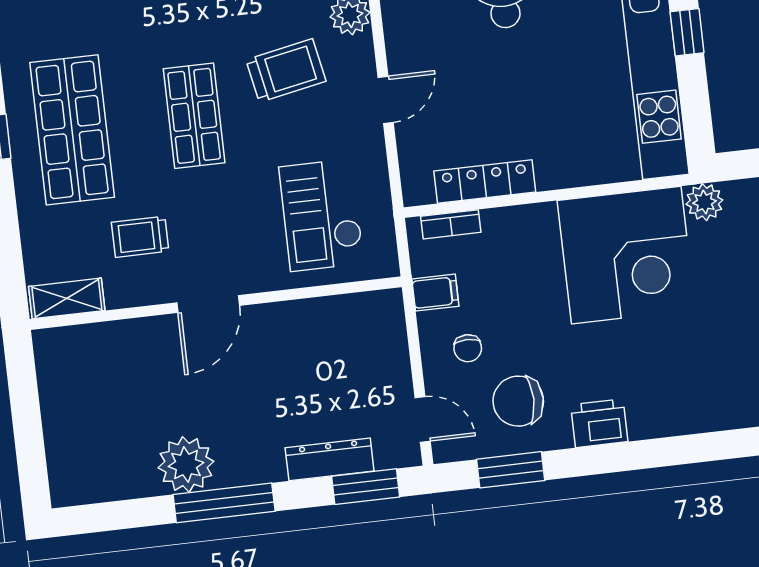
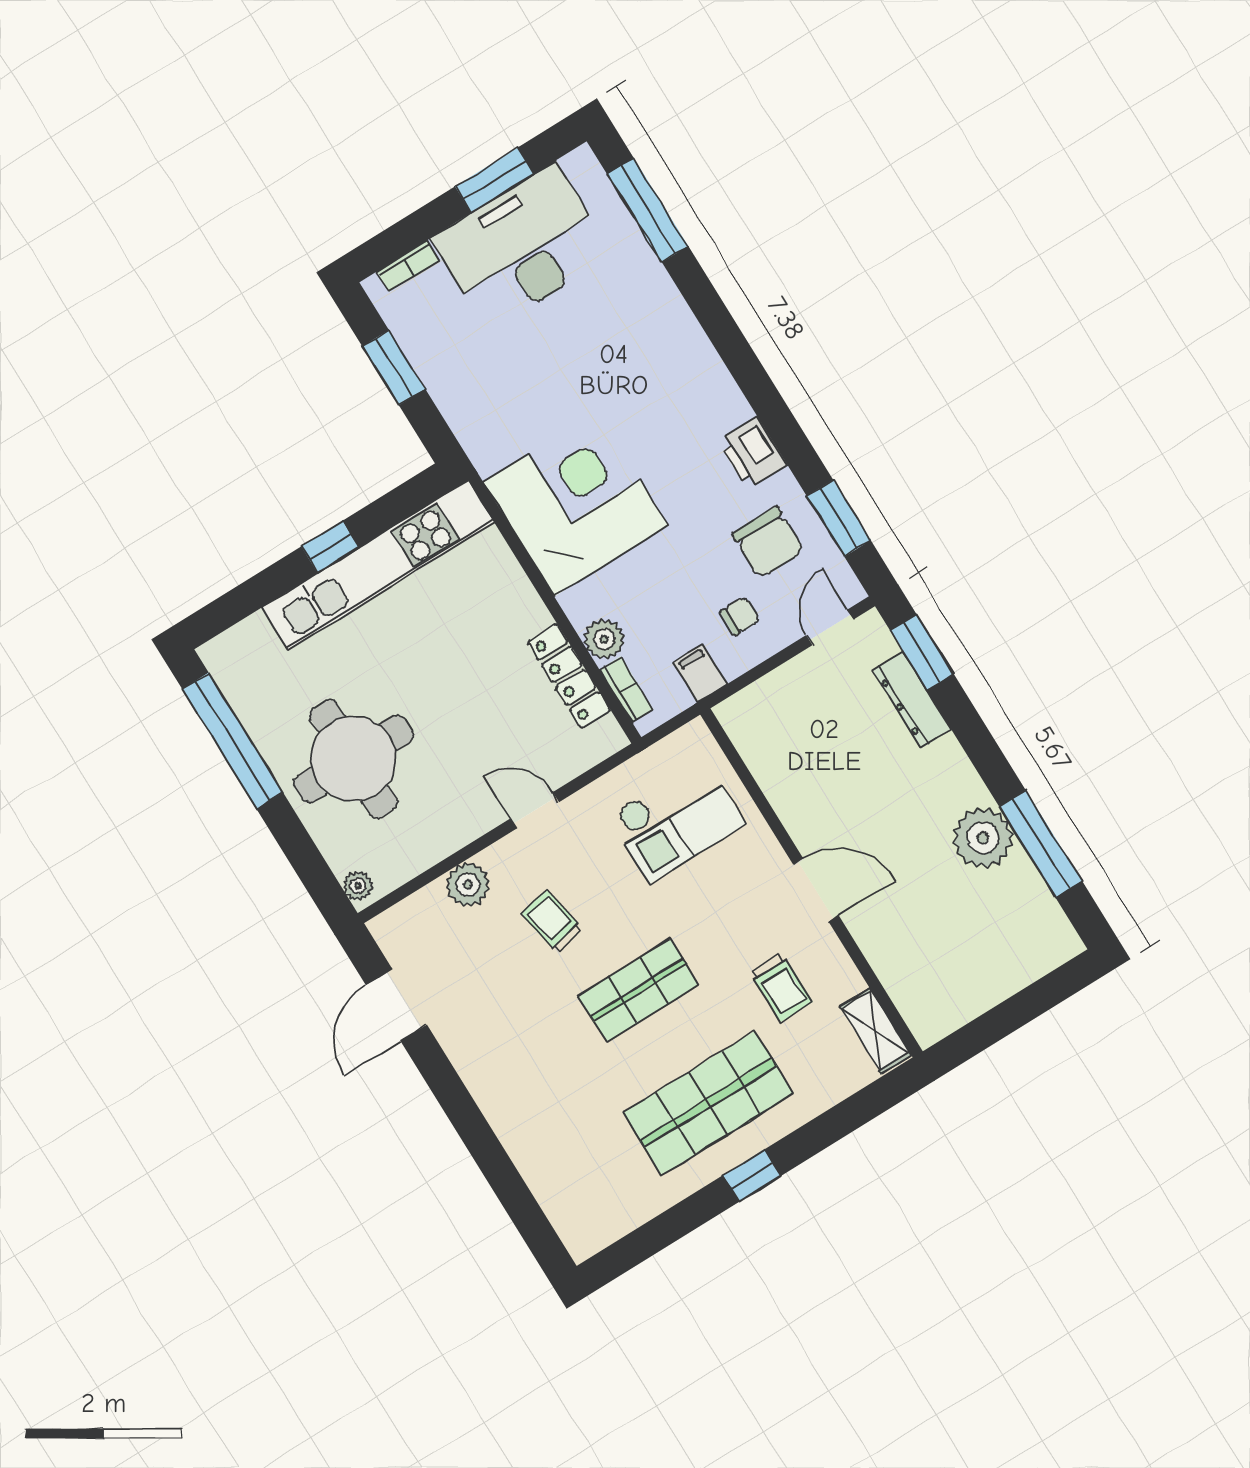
trolley: (286, 71) -> (552, 921), width x0.73, depth x0.72
plant: (704, 202) -> (604, 639), moved
window: (224, 503) -> (1041, 844), moved

